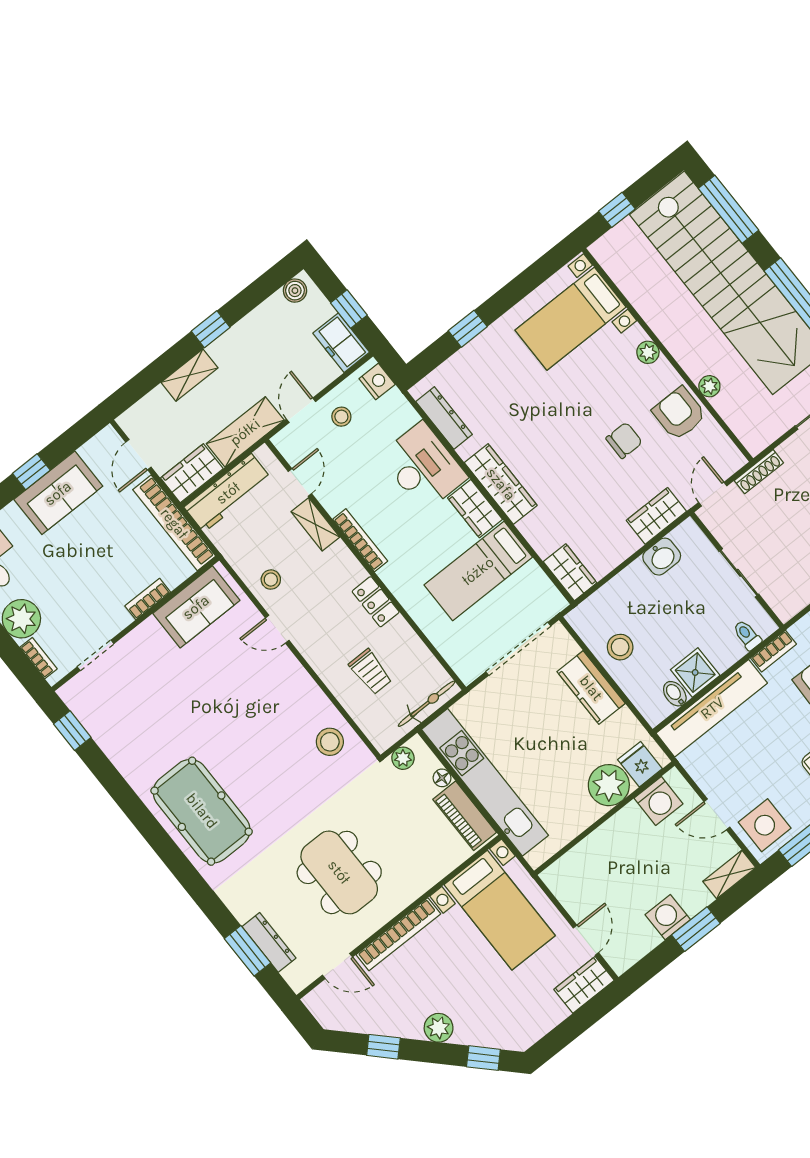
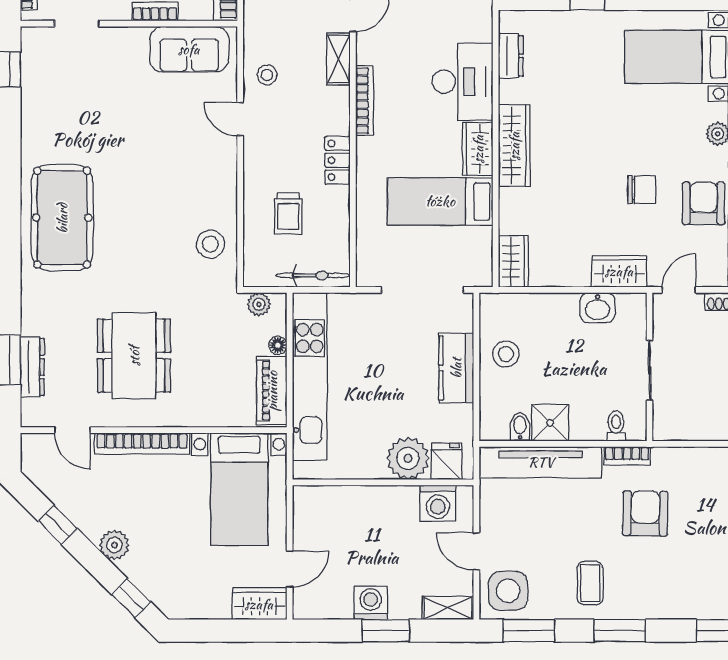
dresser: (444, 418) -> (511, 56), width x0.70

